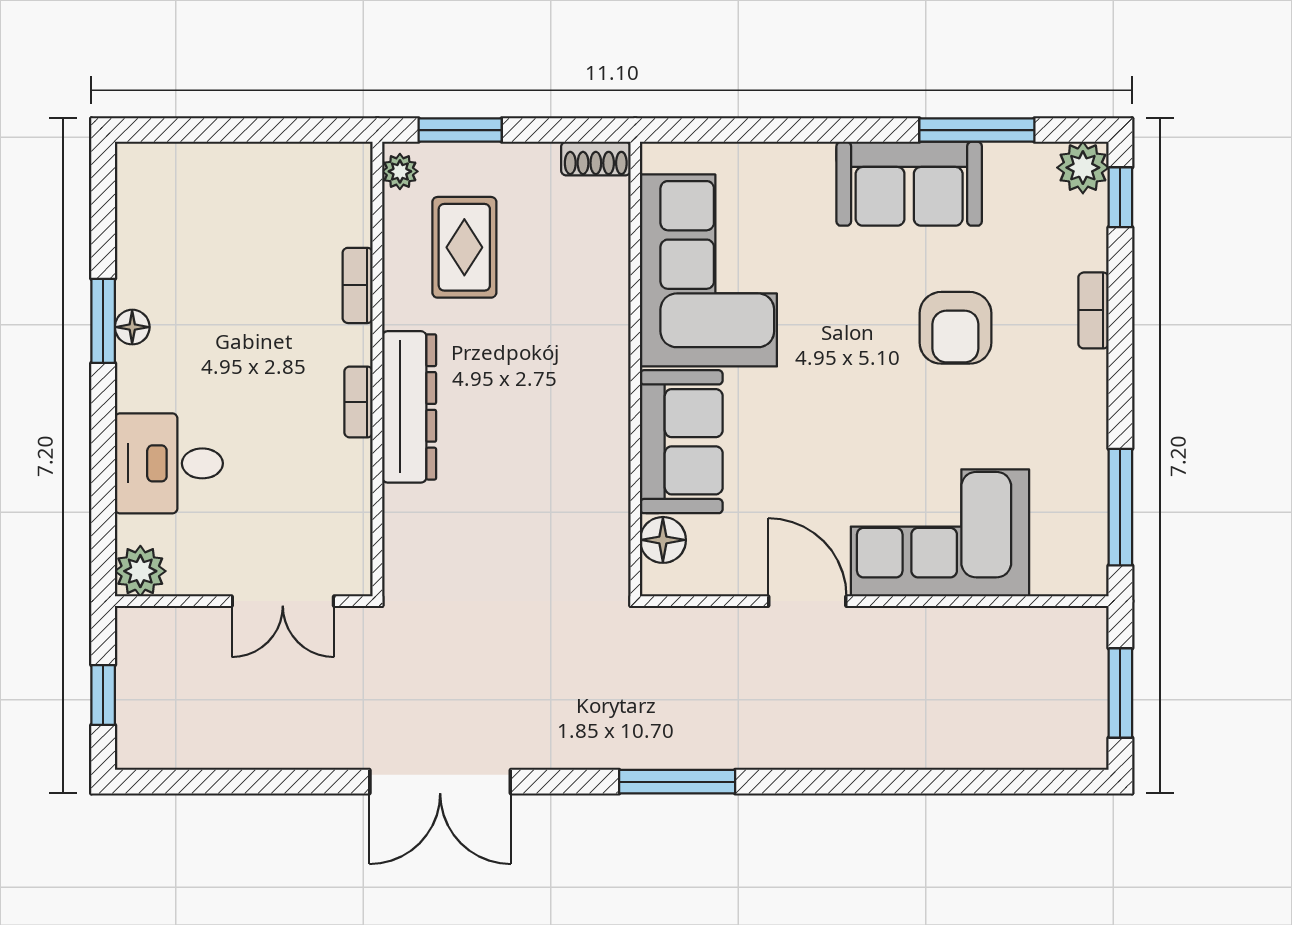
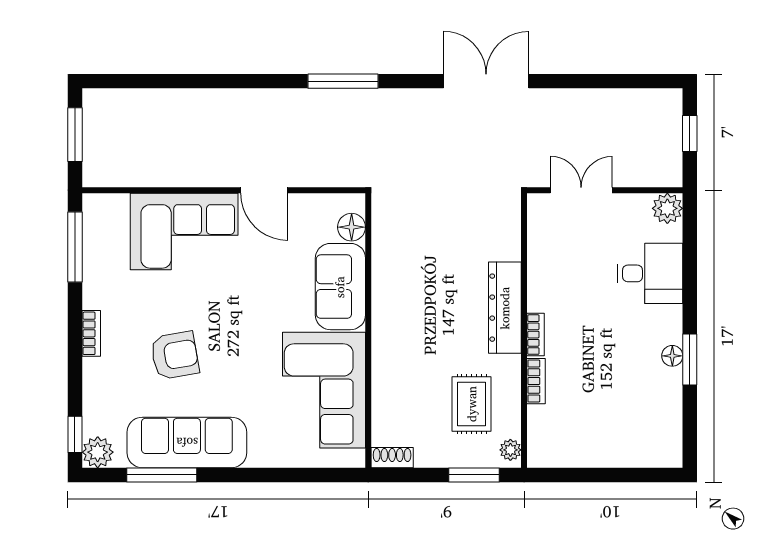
sofa: (909, 184) -> (187, 442), width x1.36
bookcase: (1094, 310) -> (91, 333), moved
armchair: (955, 328) -> (175, 355), turned 80
bookcase: (359, 402) -> (535, 335), moved

